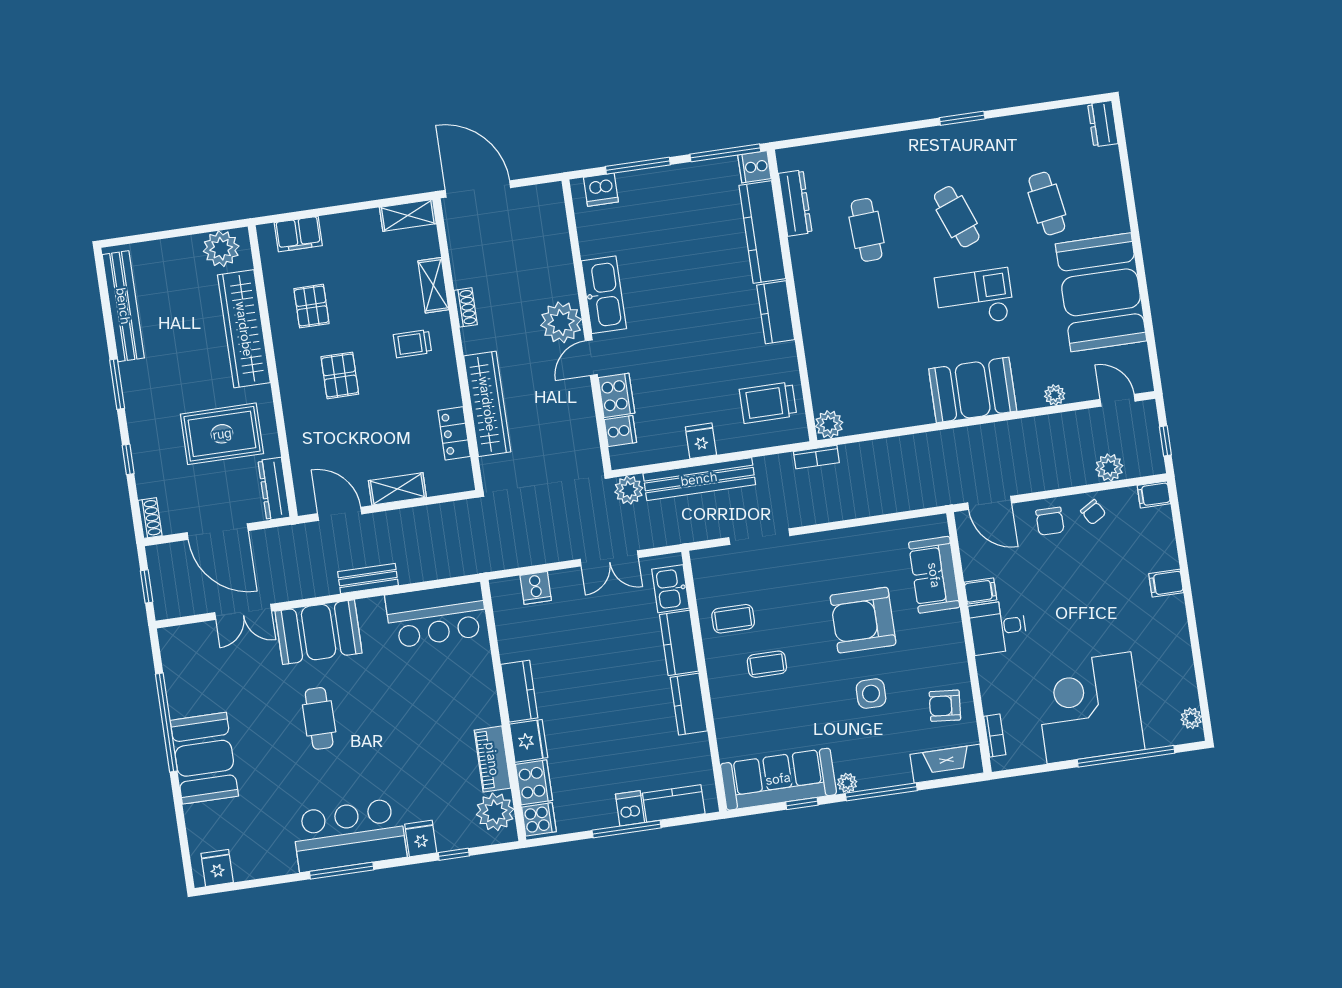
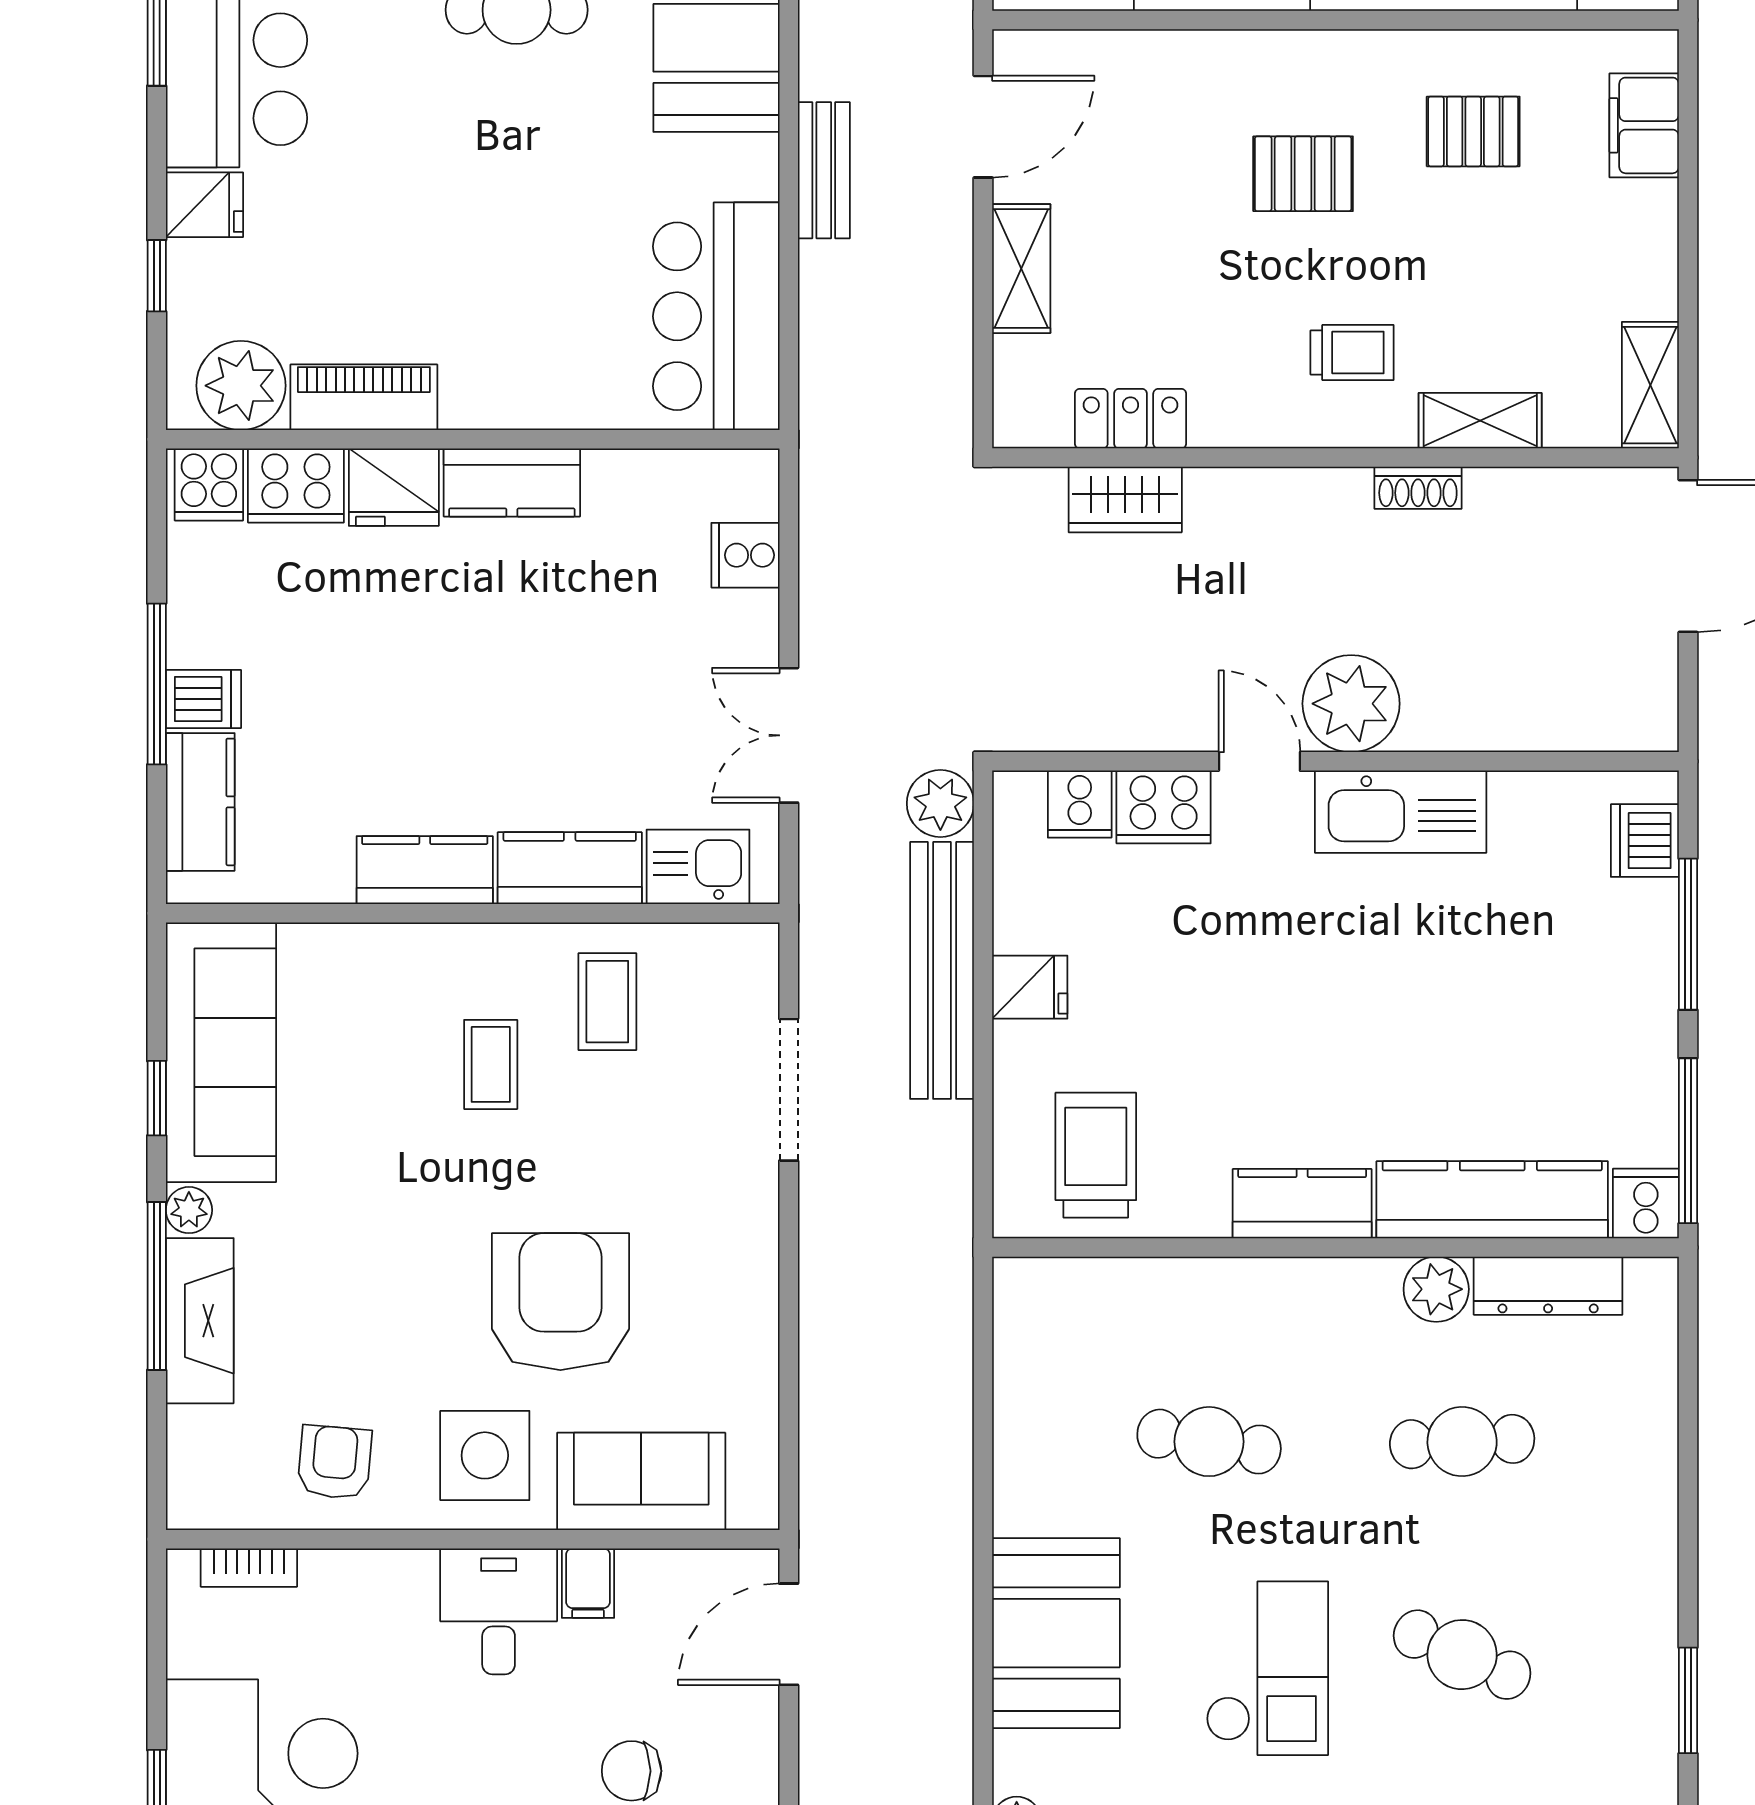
cafe table: (957, 217) -> (1462, 1655), turned 45
cafe table: (882, 337) -> (1209, 1442), added
trolley: (412, 344) -> (1352, 353), turned 90
wardrobe: (487, 404) -> (1125, 499), width x0.48, depth x0.85
plant: (829, 424) -> (1436, 1289), moved
bookcase: (816, 457) -> (953, 1249), removed
chair: (1050, 521) -> (632, 1771), moved
side table: (871, 694) -> (485, 1455), moved, width x1.37, depth x1.37
fireplace: (947, 764) -> (200, 1321), moved

